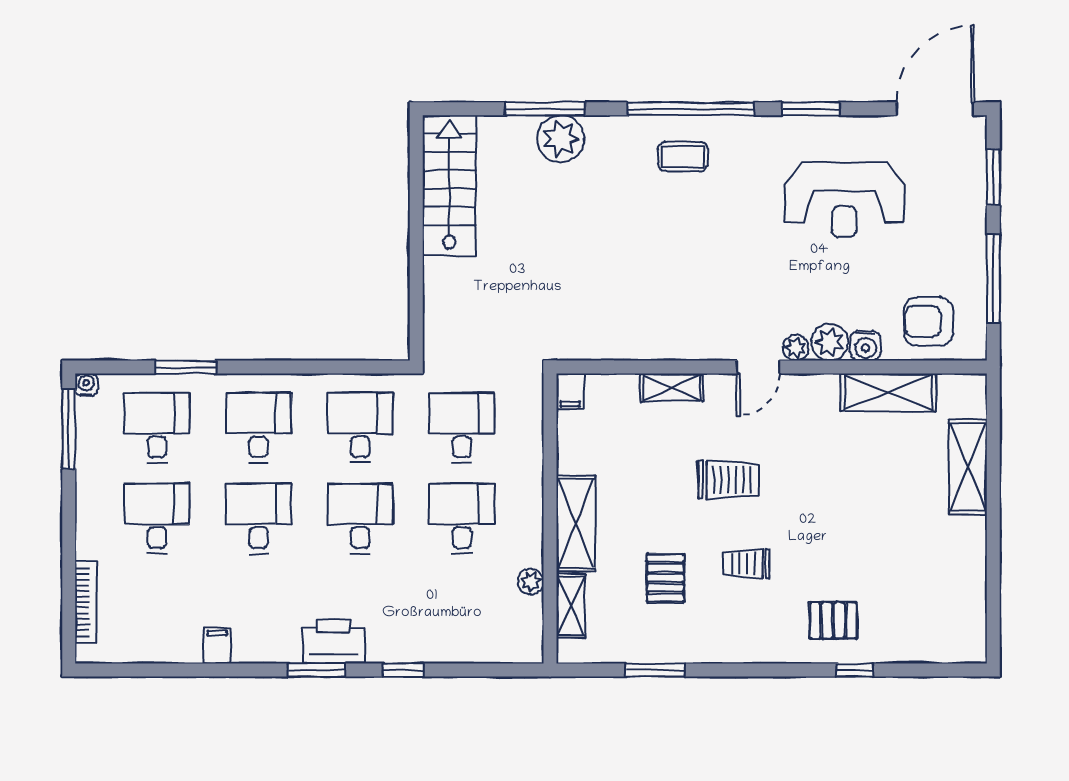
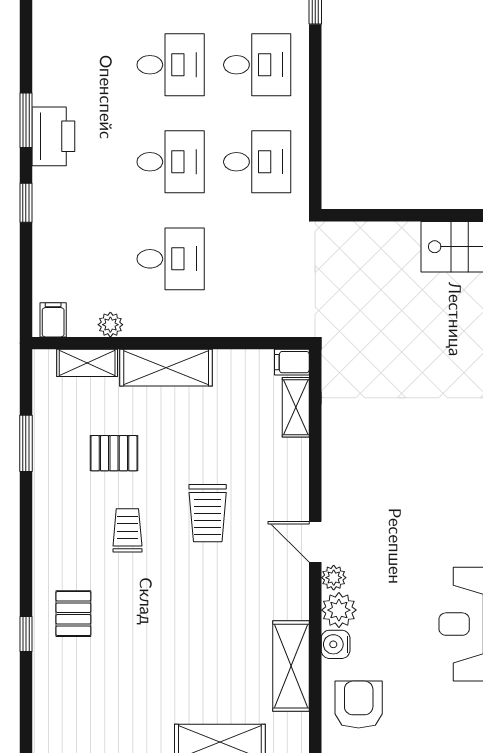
shelving: (671, 388) -> (296, 407), moved
desk: (462, 428) -> (257, 259), removed
filing cabinet: (217, 646) -> (53, 320), moved, turned -90

